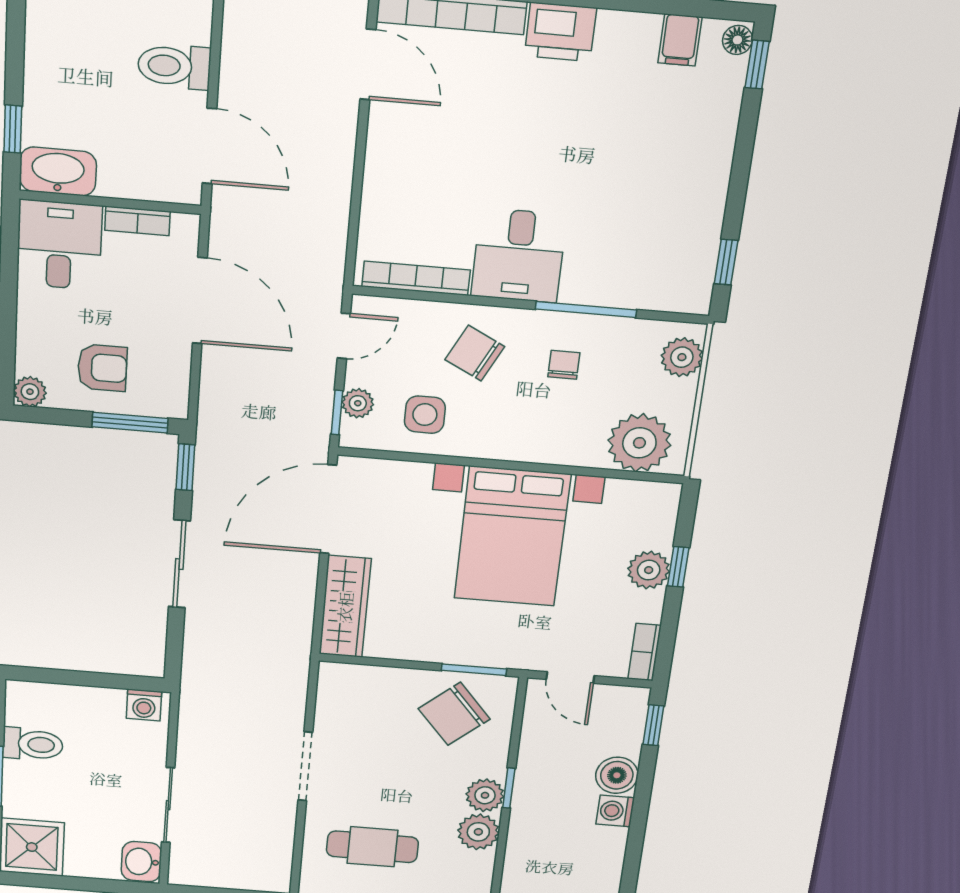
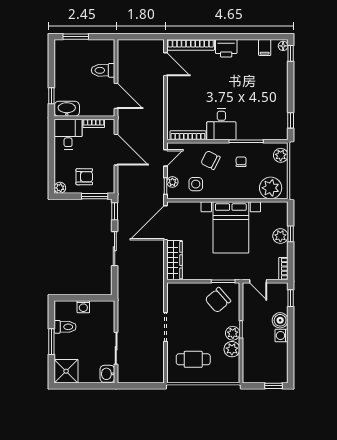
washing machine: (144, 705) -> (83, 307), moved

